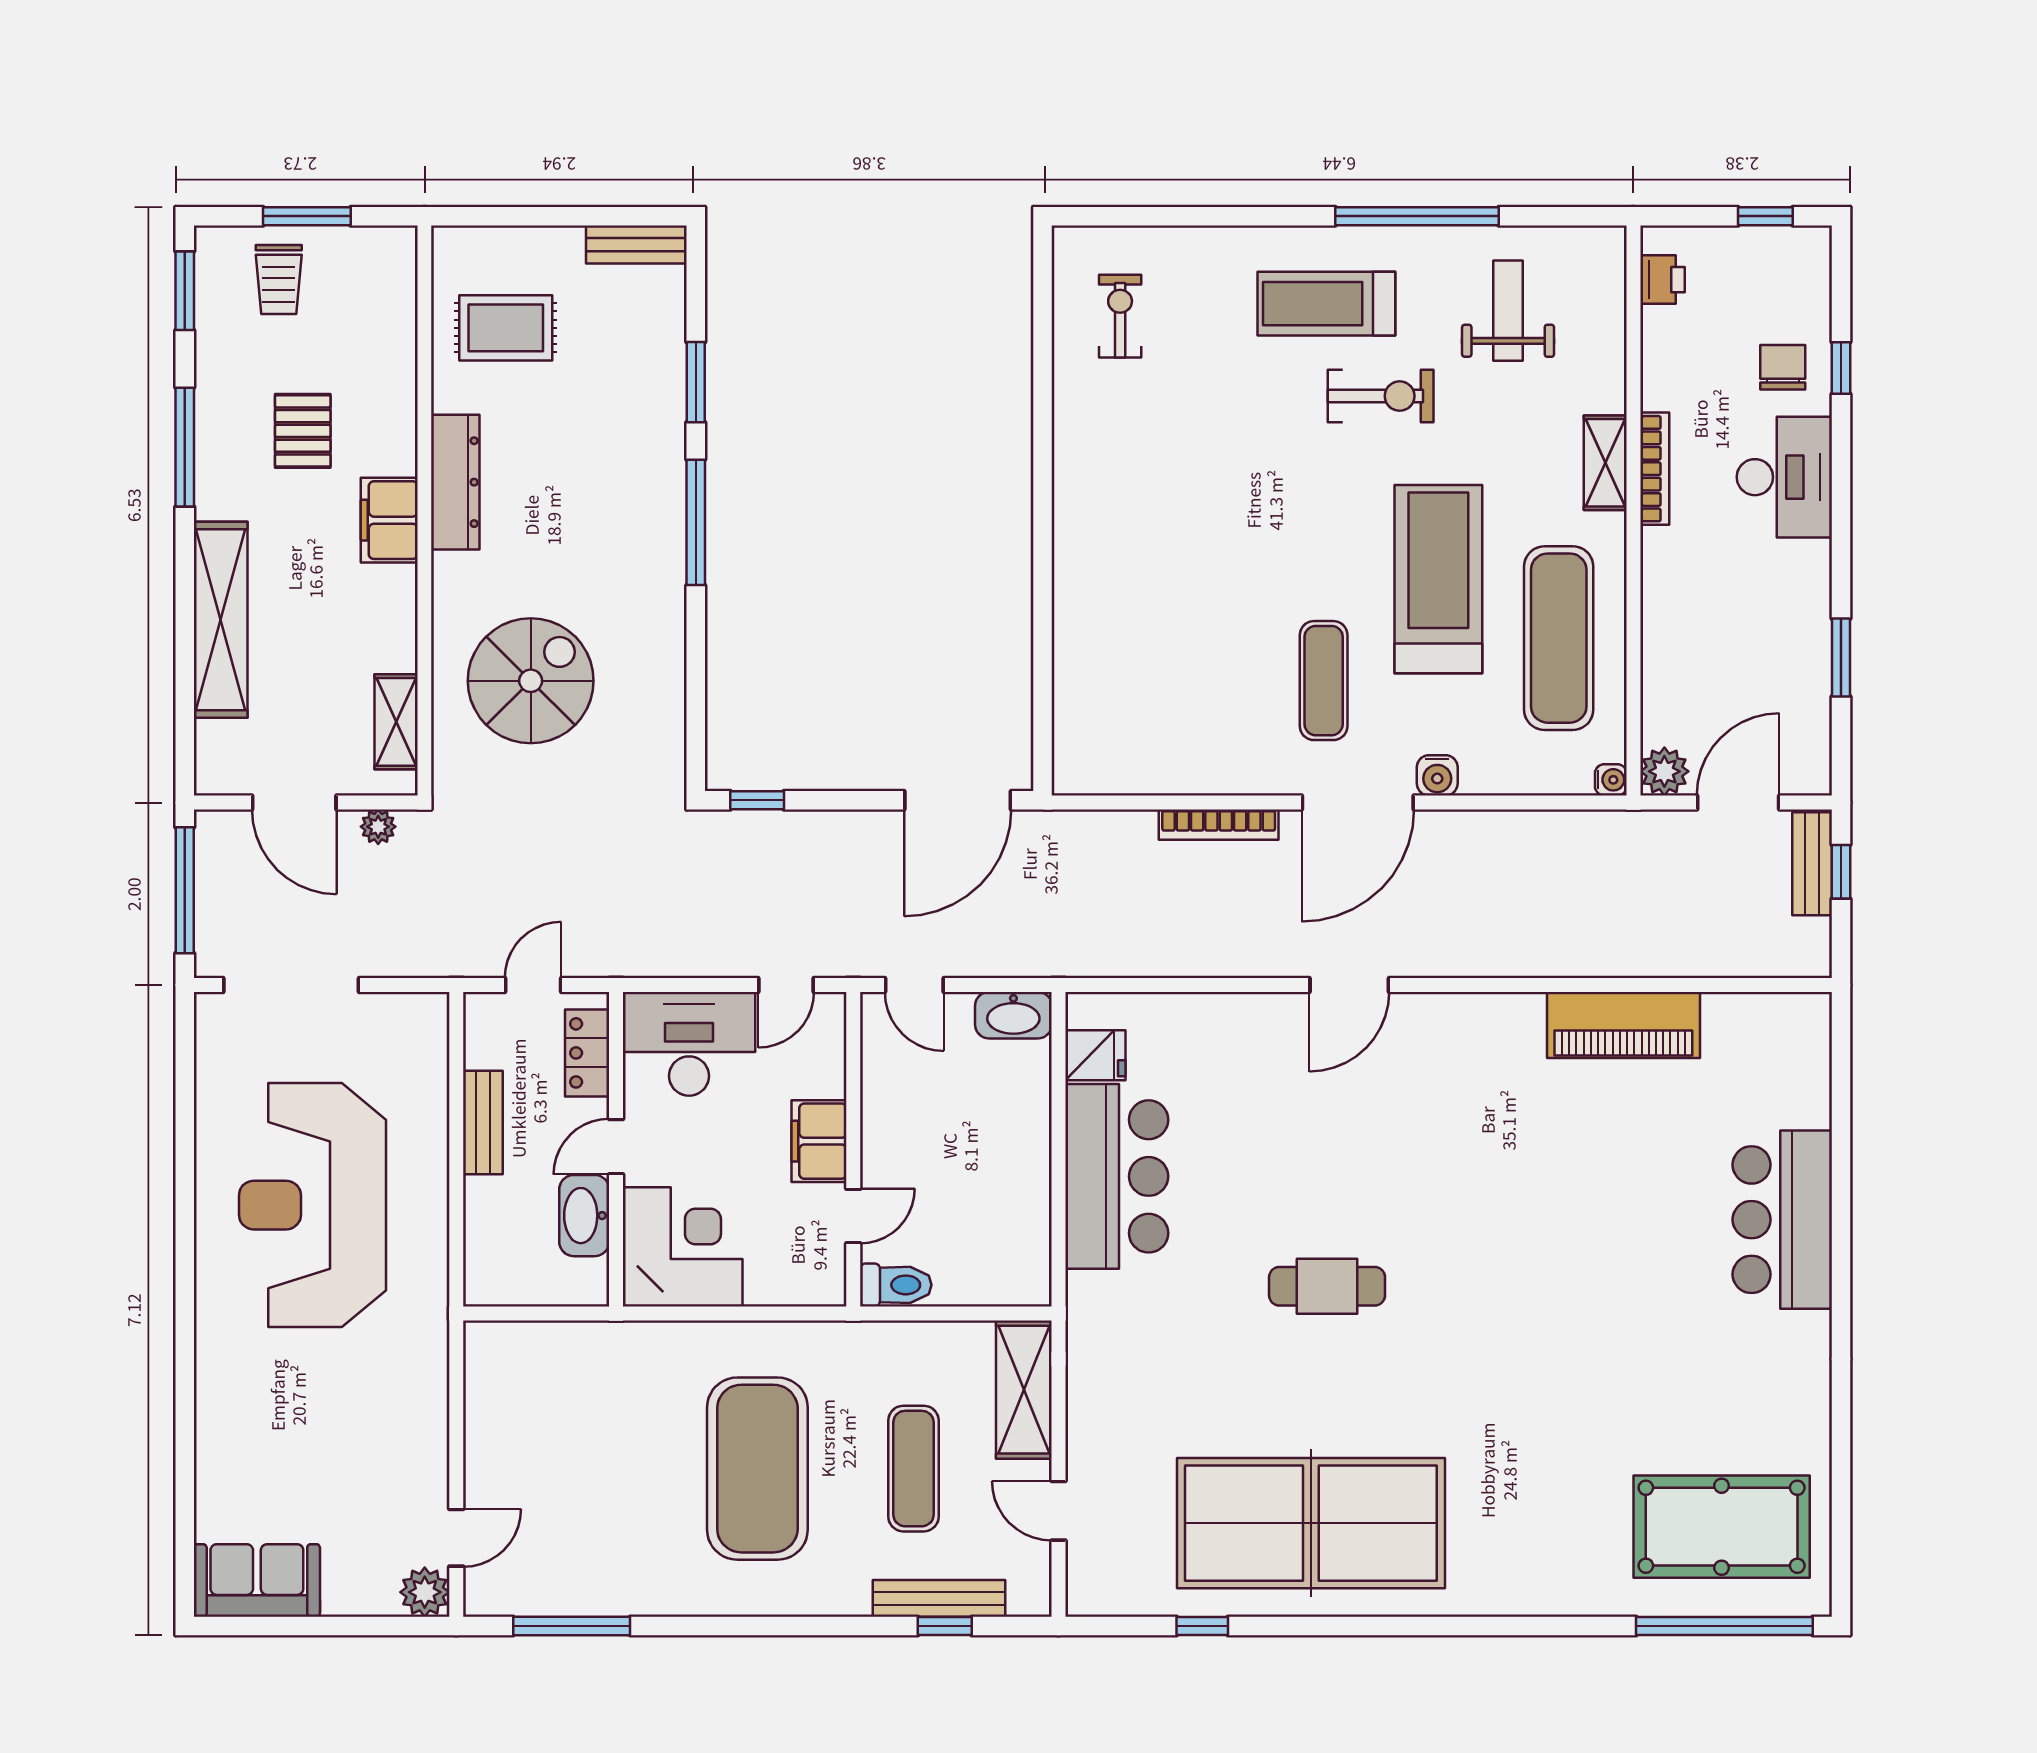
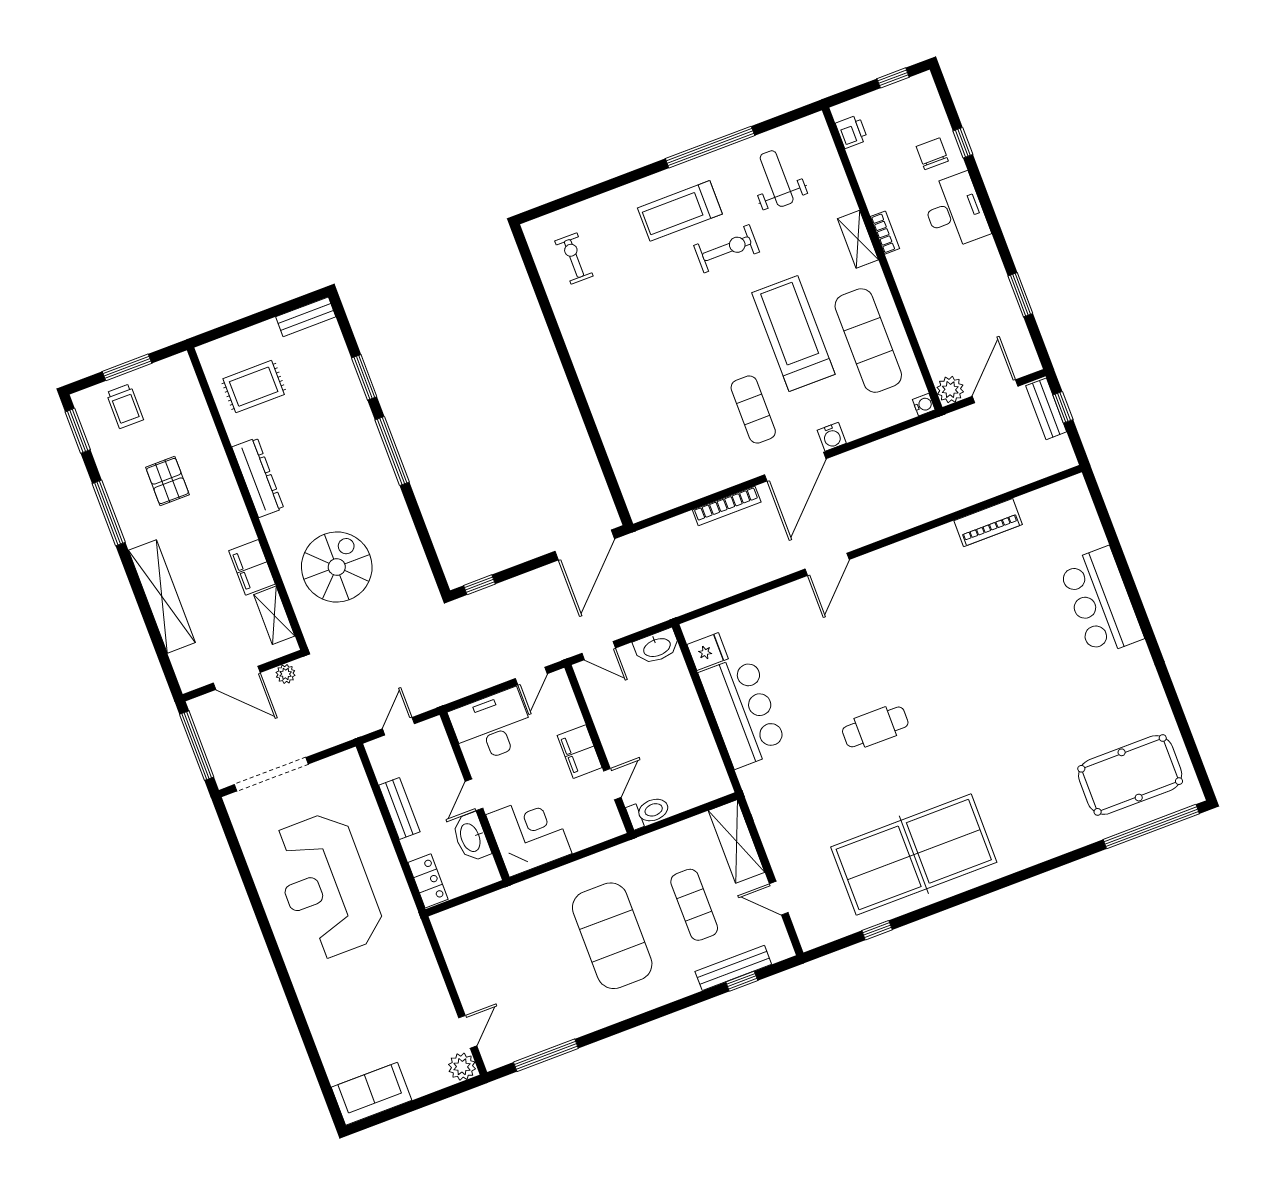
bookcase: (1655, 469) -> (885, 233), width x0.64
filing cabinet: (389, 520) -> (252, 567), moved
piano: (1623, 1025) -> (988, 523), width x0.73, depth x0.75
locker: (587, 1053) -> (428, 881), moved, turned 180

